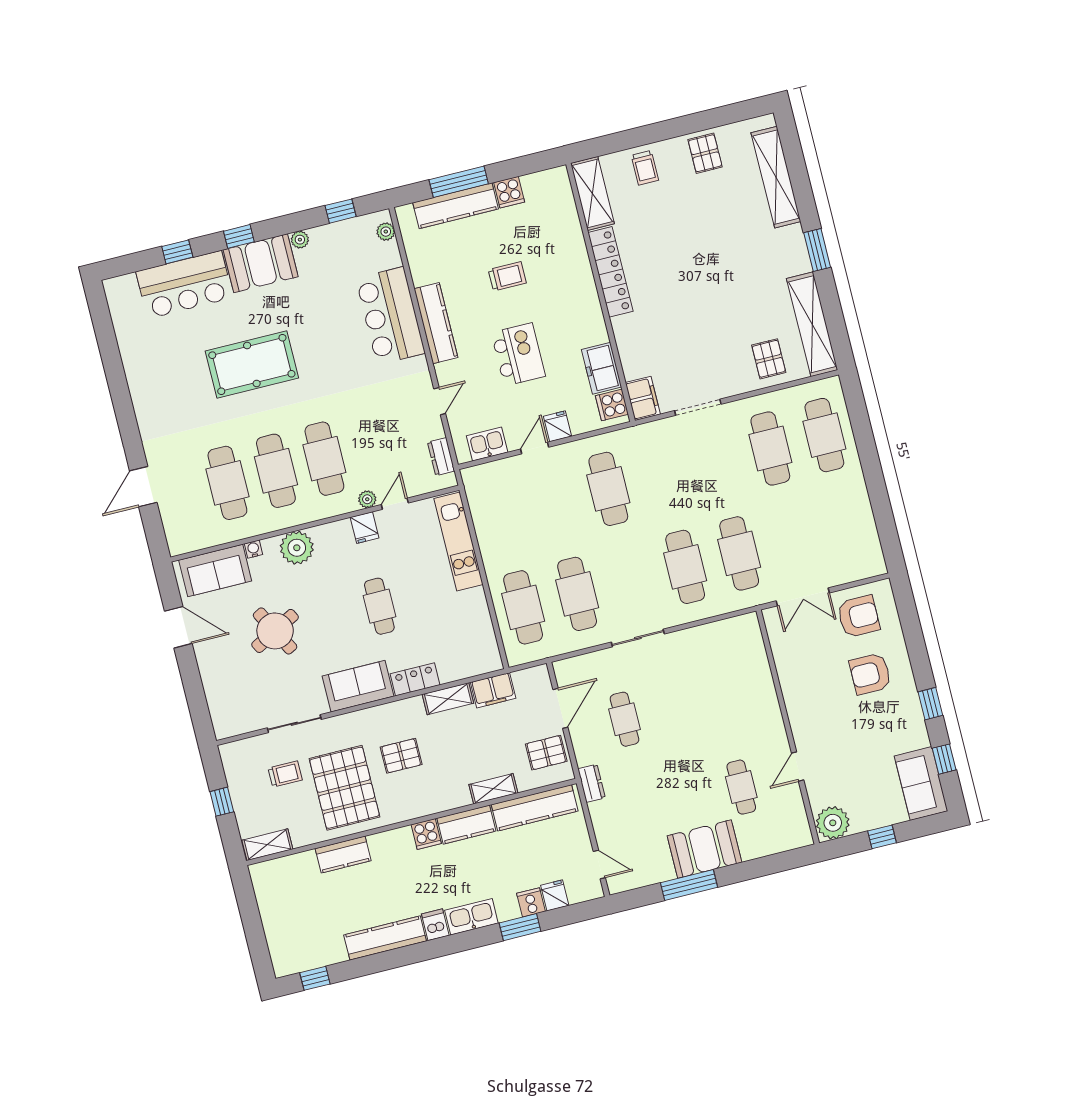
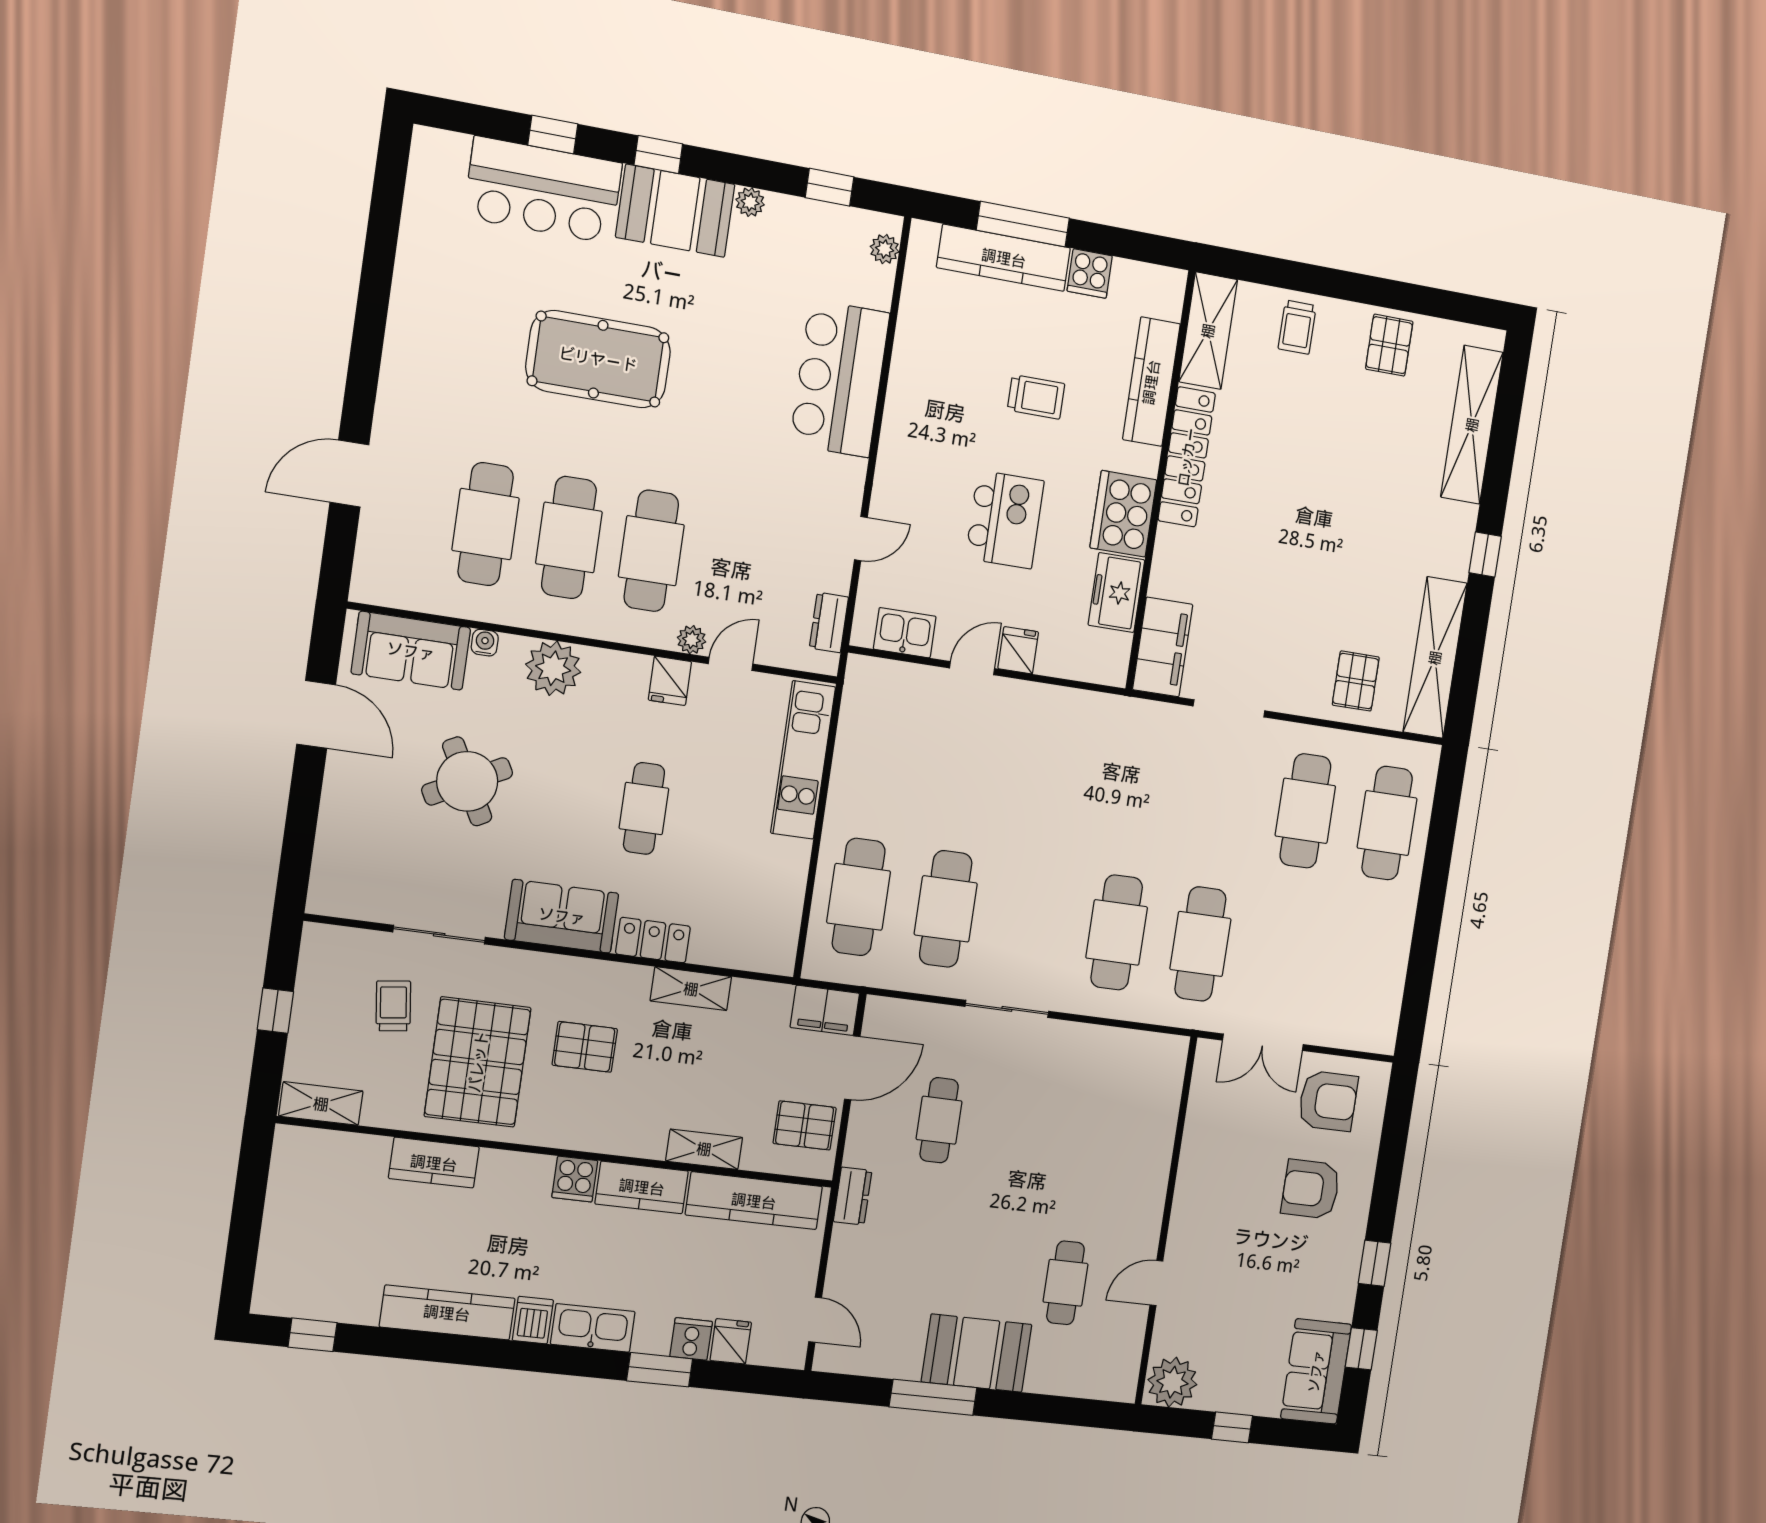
window: (817, 250) -> (1485, 555), width x0.67
kitchen counter: (436, 323) -> (1151, 382), moved, turned 180
filing cabinet: (643, 398) -> (1163, 647), width x1.50, depth x1.17
cooker: (612, 405) -> (1123, 514), moved, width x1.87, depth x1.31
cafe table: (608, 489) -> (1054, 773), removed
filing cabinet: (493, 690) -> (825, 1010), moved
trolley: (285, 774) -> (393, 1006), turned -97

